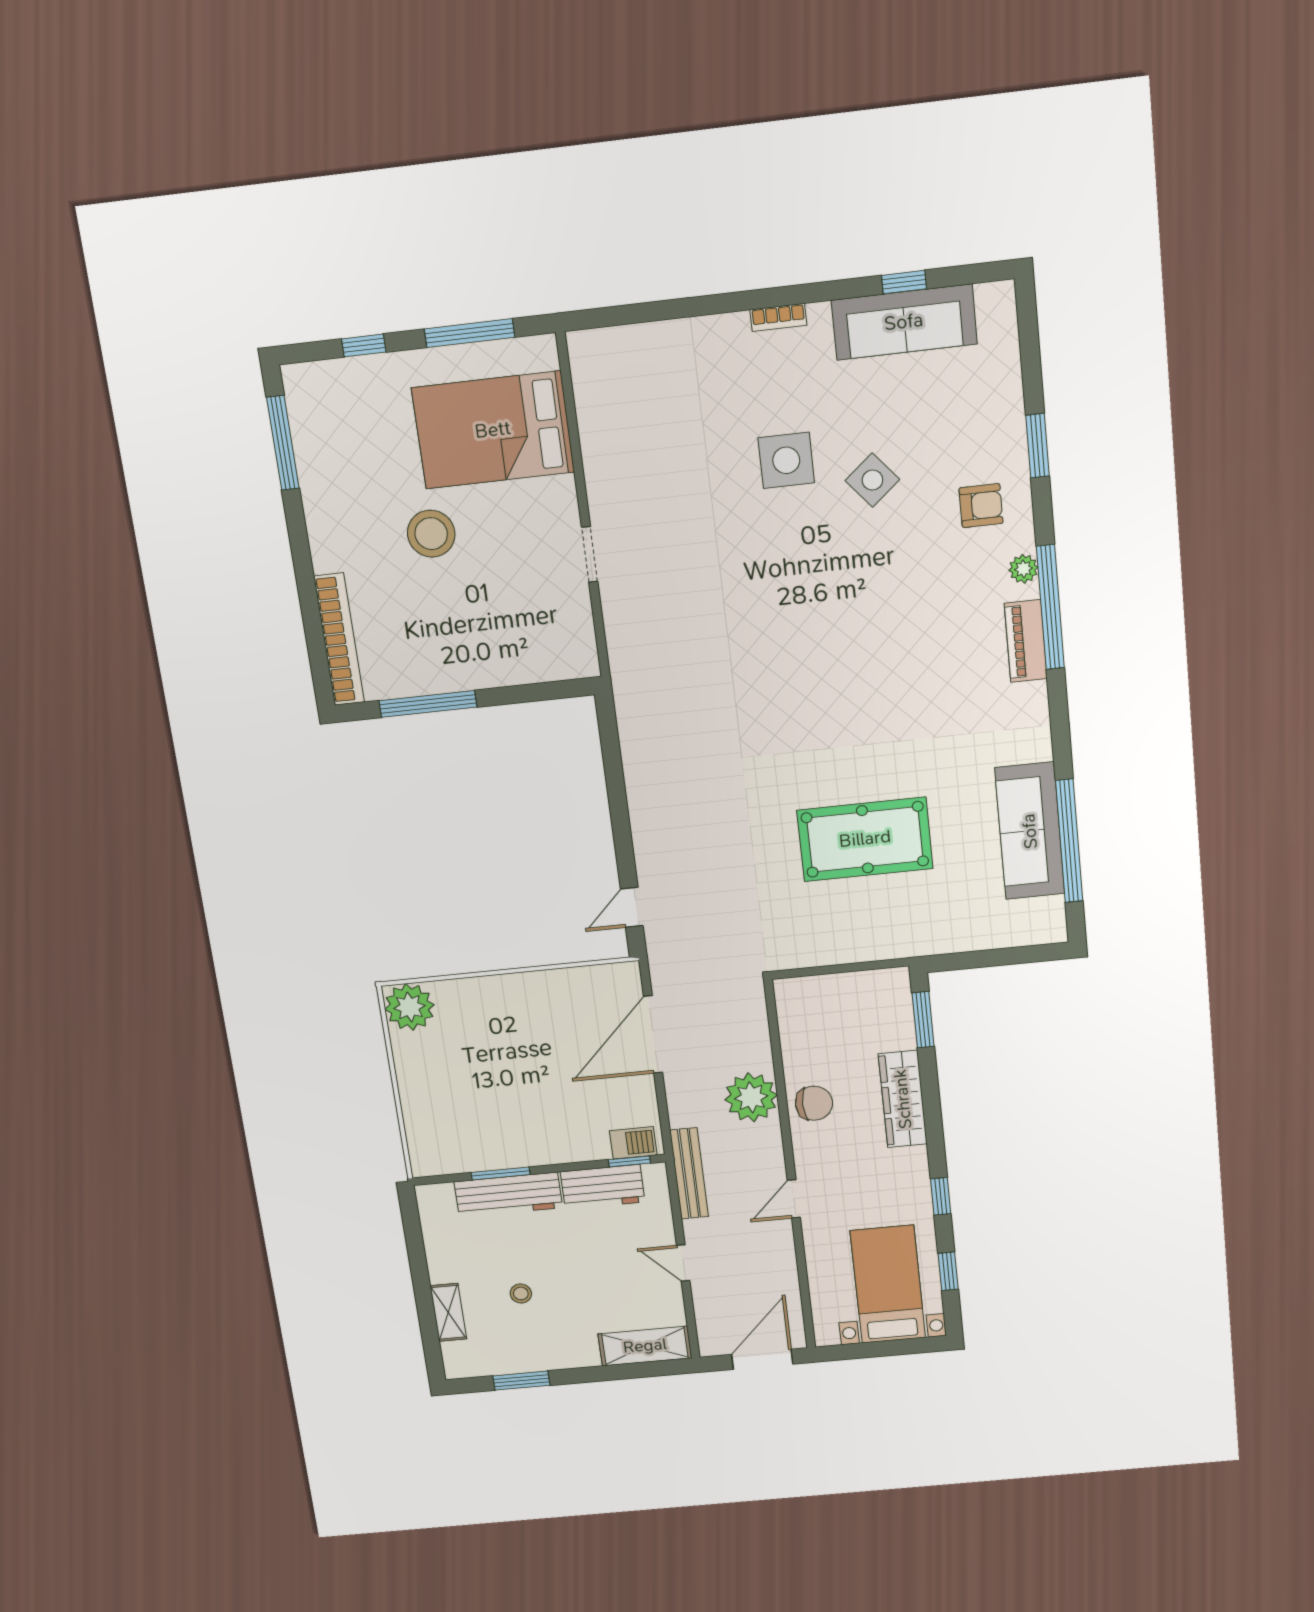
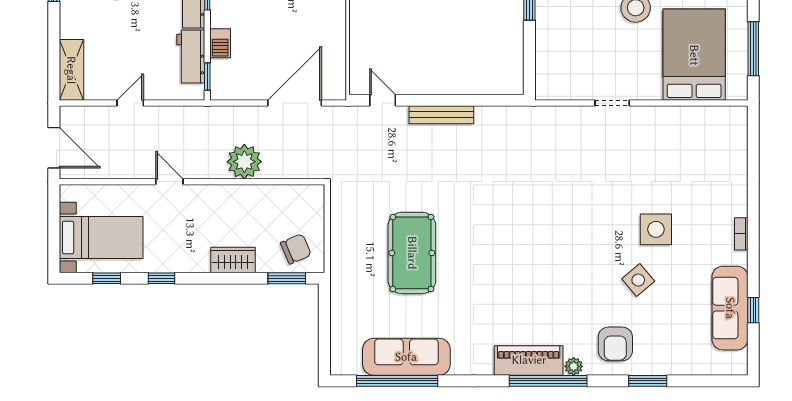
armchair: (981, 506) -> (615, 344), width x1.38, depth x1.38
piano: (1026, 641) -> (529, 360), width x1.37, depth x1.33
door: (653, 1035) -> (295, 103), hinge flipped
wardrobe: (903, 1099) -> (233, 260), width x0.67
chair: (814, 1103) -> (296, 249), moved, turned -113
barbecue: (633, 1143) -> (220, 43), moved
bench: (689, 1173) -> (441, 115), moved

